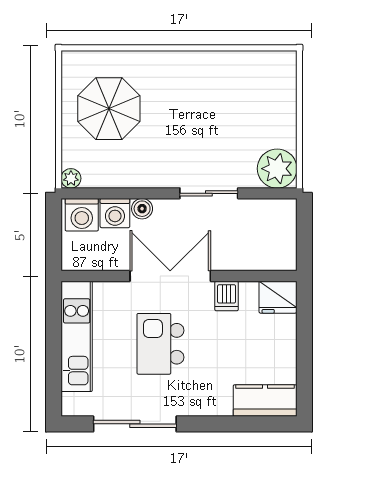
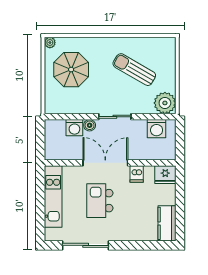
sun lounger: (222, 109) -> (134, 70), added
plant: (71, 178) -> (50, 43), moved
sliding door: (209, 193) -> (115, 117), moved
washing machine: (82, 215) -> (157, 129), moved
kitchen counter: (265, 401) -> (167, 223), moved, turned -90

